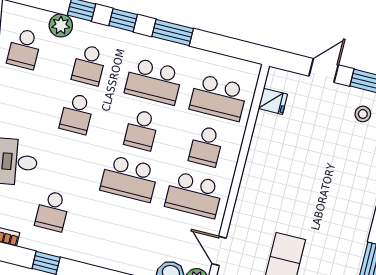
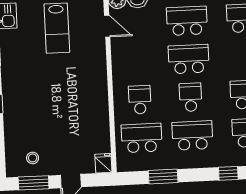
window: (173, 33) -> (163, 177), moved
fridge: (273, 101) -> (103, 163), moved, turned 90
school desk: (194, 195) -> (187, 21), moved

